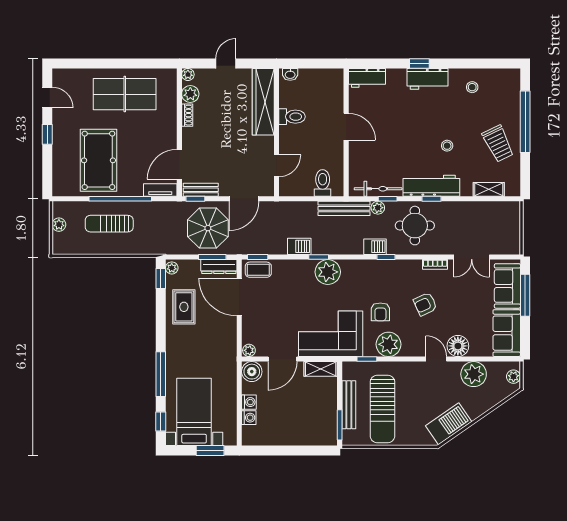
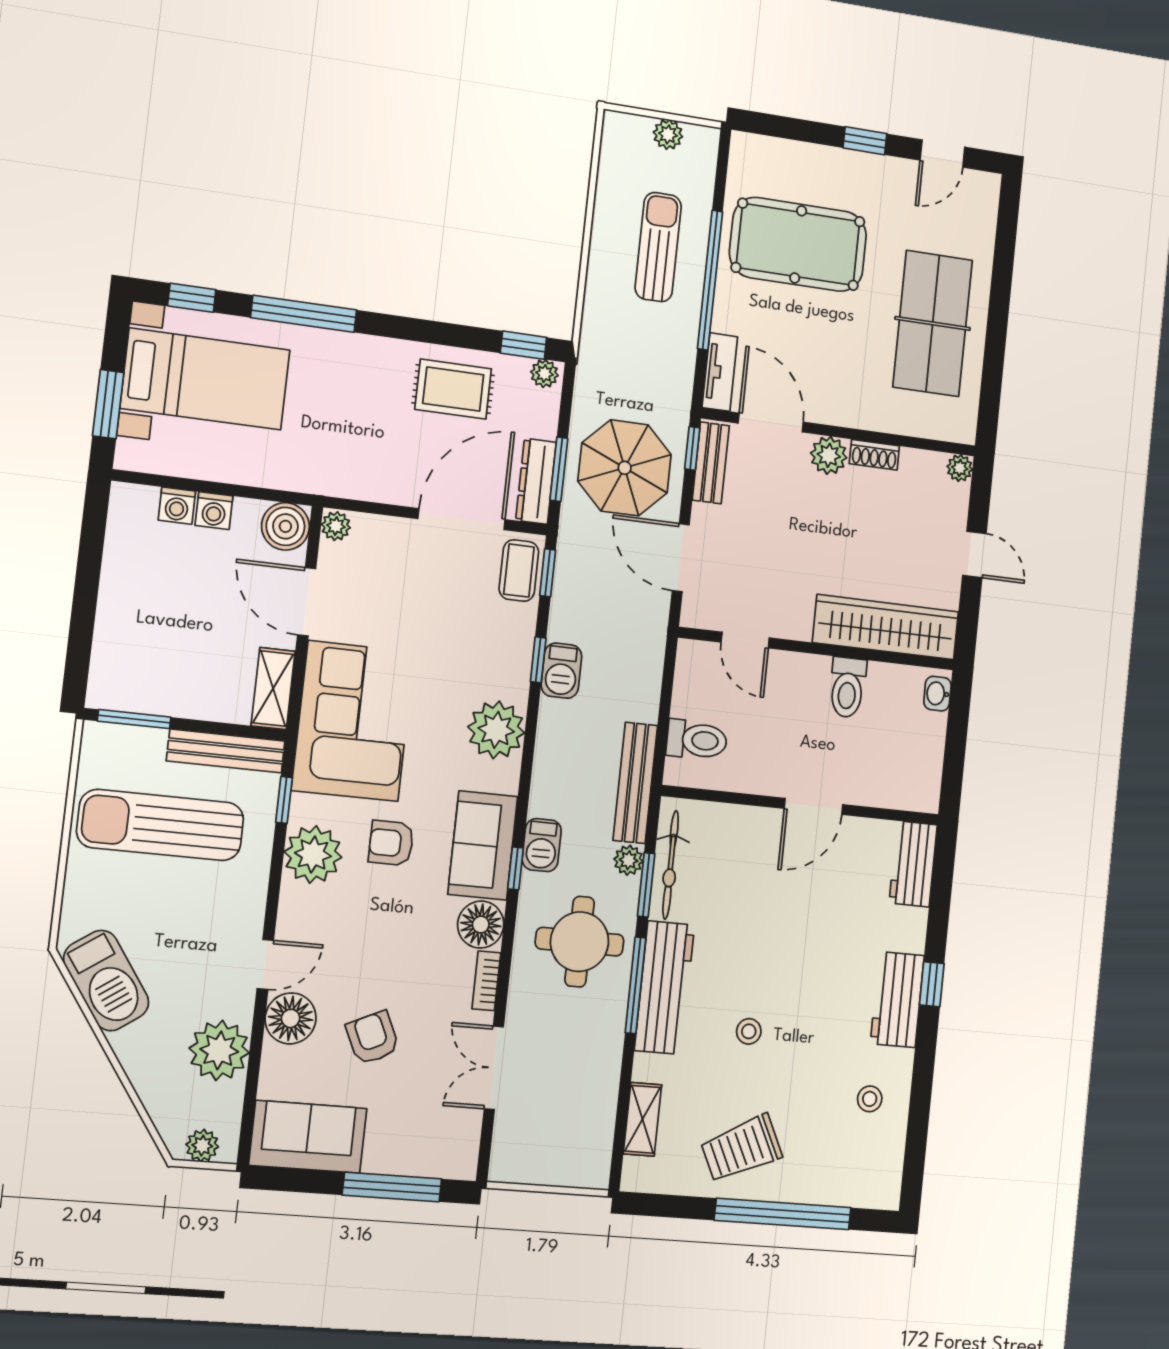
plant: (190, 94) -> (829, 455), moved
window: (388, 199) -> (646, 885), width x1.50
window: (431, 199) -> (636, 985), width x2.17
window: (319, 257) -> (538, 660), moved
floor lamp: (411, 269) -> (481, 925), added
sofa: (507, 286) -> (483, 845), moved, turned -90
armchair: (425, 304) -> (373, 1038), moved
bench: (349, 405) -> (226, 751), moved

